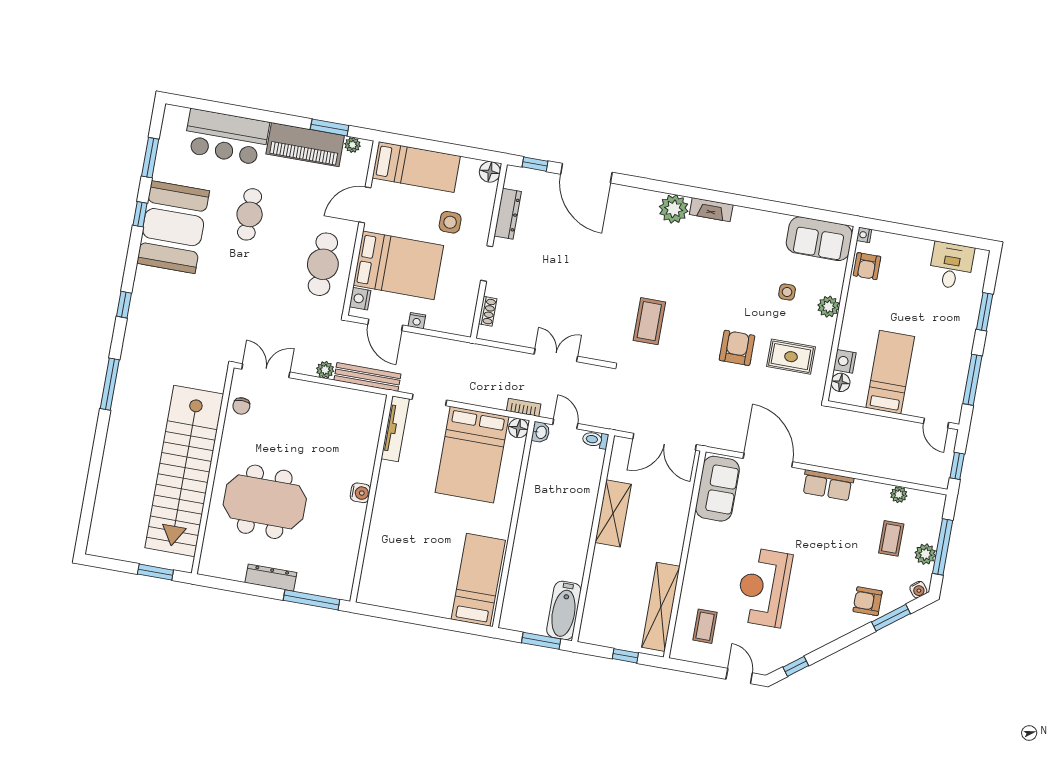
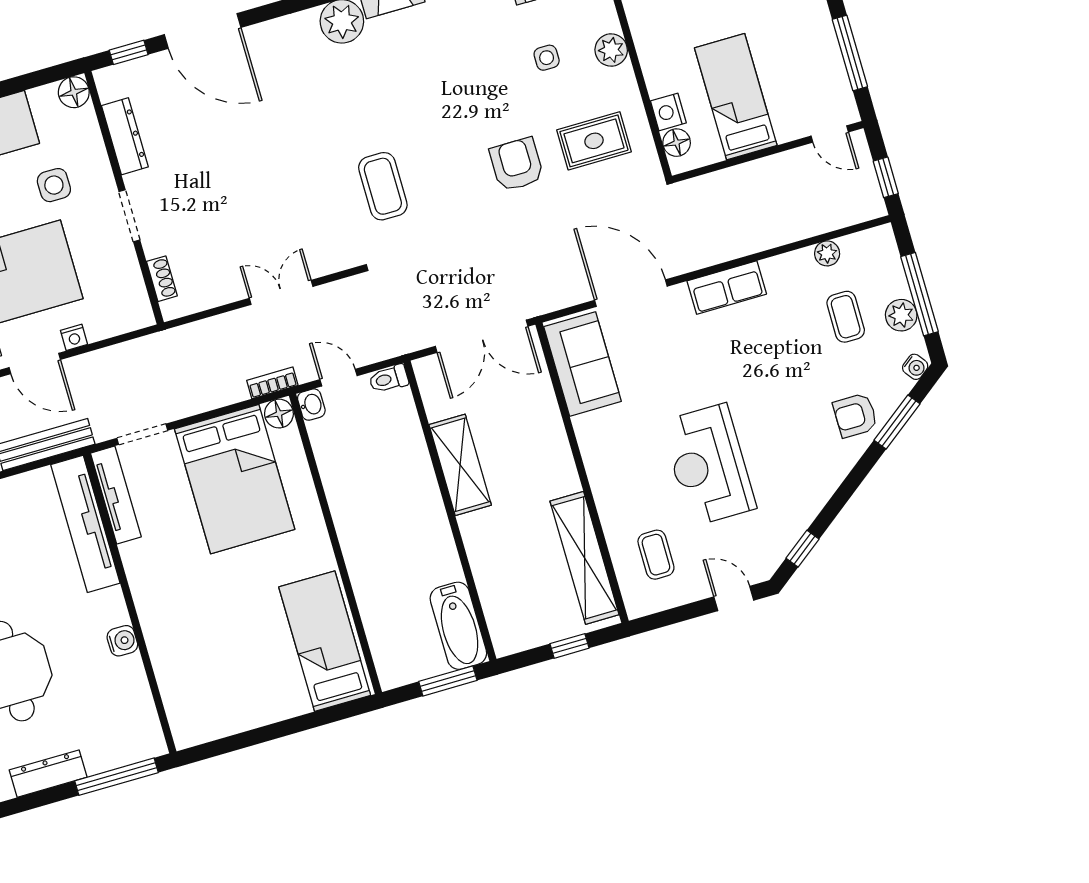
tv unit: (368, 437) -> (85, 524), added
water cooler: (360, 493) -> (122, 641), moved

